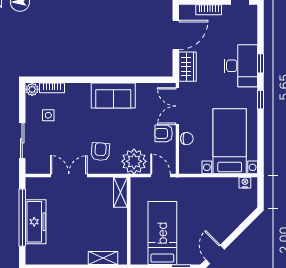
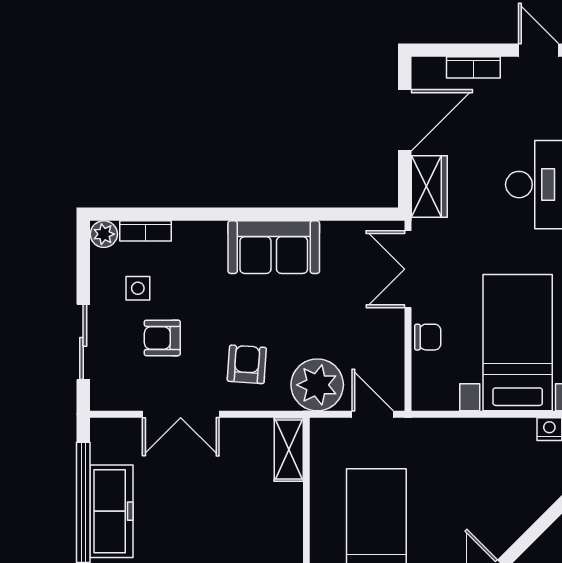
armchair: (164, 133) -> (162, 338), moved
double door: (69, 175) -> (181, 414), swing flipped

